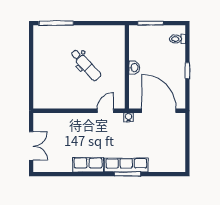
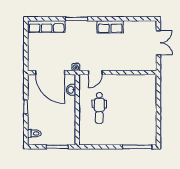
dental chair: (86, 65) -> (99, 108), moved, turned -137
washbasin: (134, 68) -> (71, 90), moved
double door: (31, 146) -> (158, 43), swing flipped
row of seats: (126, 165) -> (47, 27), moved

